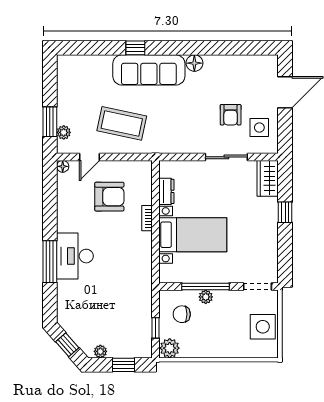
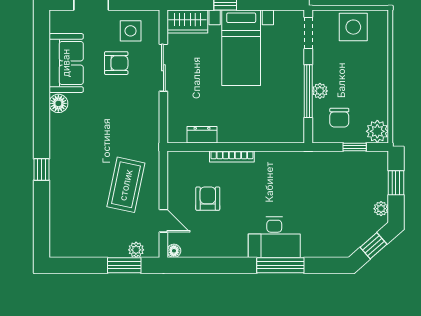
sofa: (149, 70) -> (66, 63), moved, width x0.73
armchair: (109, 197) -> (208, 199), width x0.72, depth x0.72
bookcase: (147, 218) -> (232, 157), width x1.56
bed with nightstands: (193, 235) -> (241, 48), moved, turned 180

